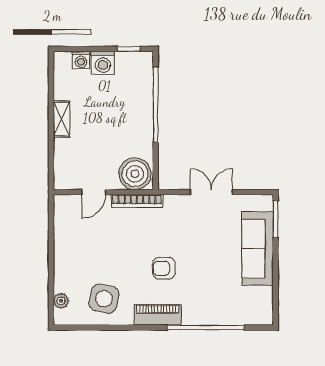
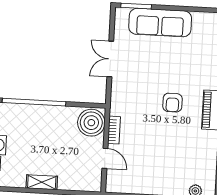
bookcase: (137, 201) -> (114, 130), width x0.64
side table: (104, 299) -> (195, 155), removed

